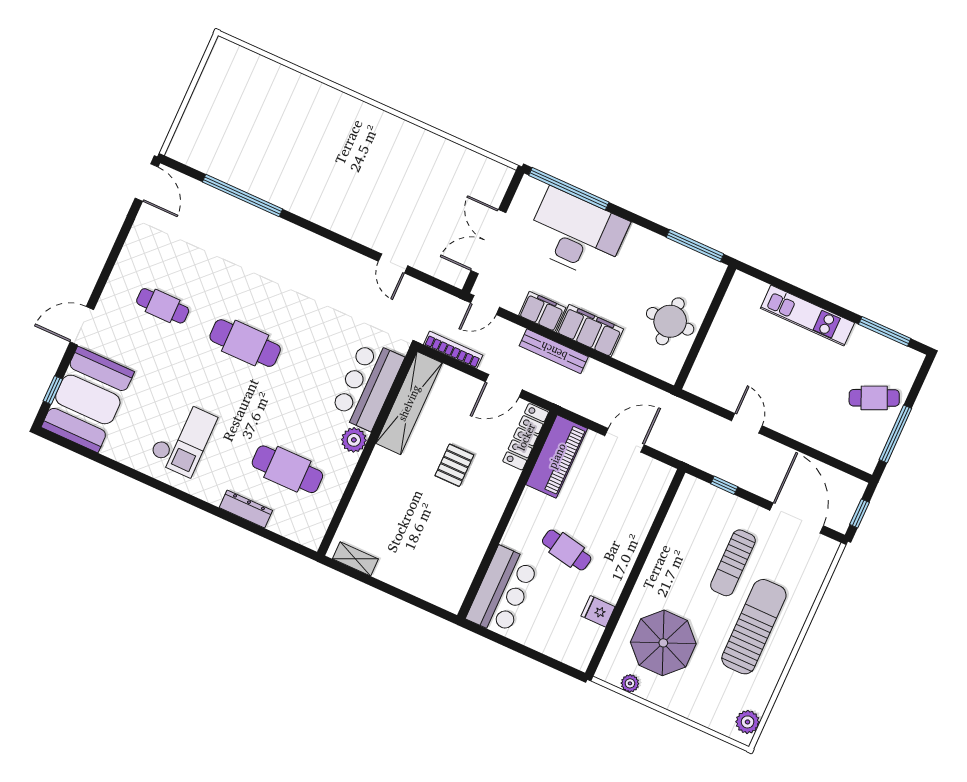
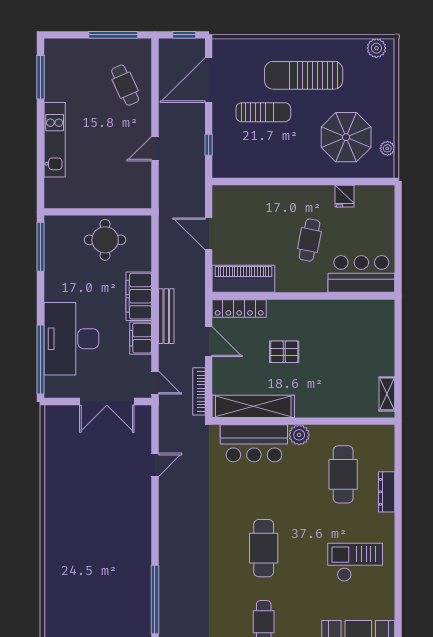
cafe table: (874, 398) -> (125, 85), moved

